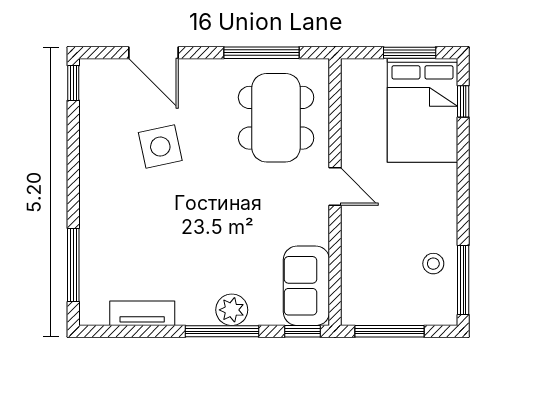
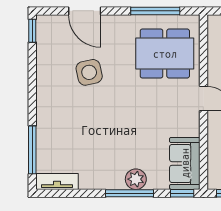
dining table: (276, 118) -> (165, 54), turned 90
tv unit: (142, 313) -> (57, 181), moved

